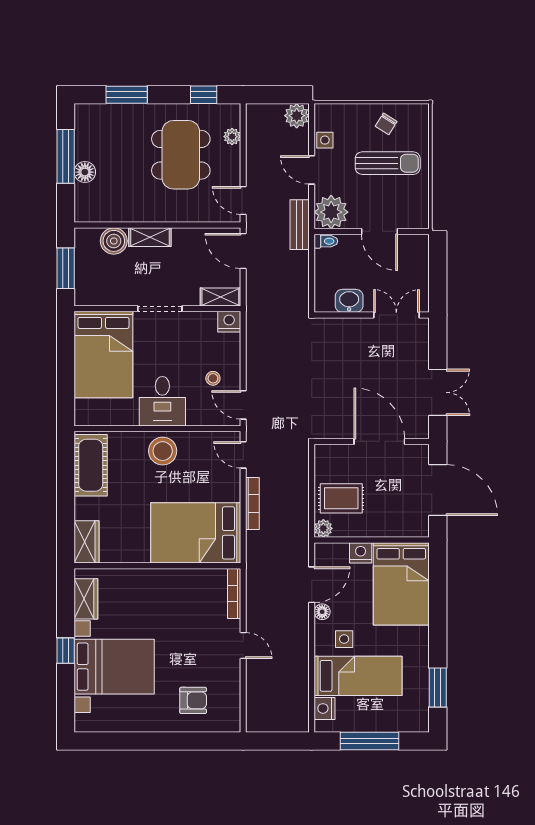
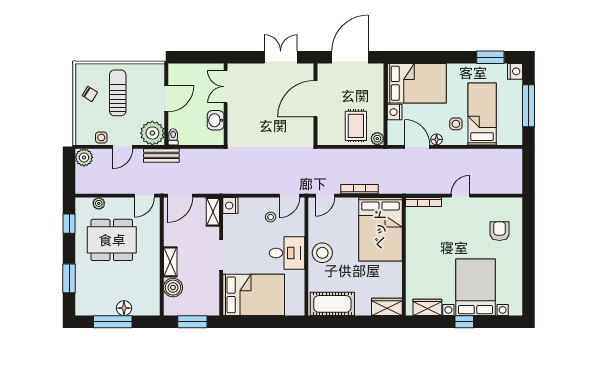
nightstand: (325, 708) -> (515, 71), moved, turned -90

